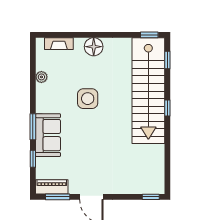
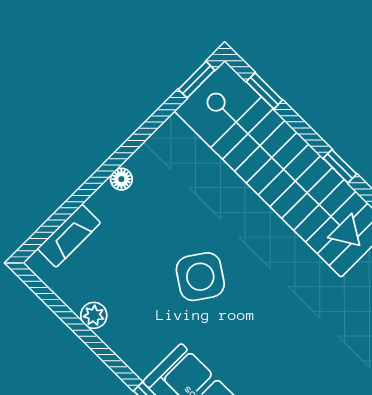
floor lamp: (94, 47) -> (121, 179), width x0.53, depth x0.53
side table: (88, 99) -> (200, 277), turned 34

